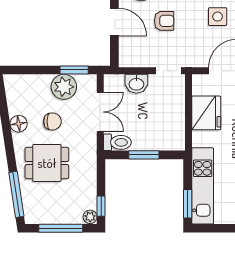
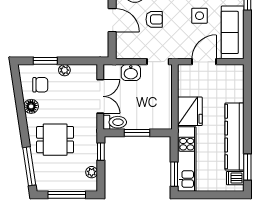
window: (74, 70) -> (45, 61), moved
plant: (64, 87) -> (64, 70), width x0.53, depth x0.53
fridge: (206, 113) -> (190, 111), moved
chair: (52, 121) -> (40, 85), moved
window: (101, 206) -> (101, 152), moved
plant: (90, 217) -> (92, 172), moved

